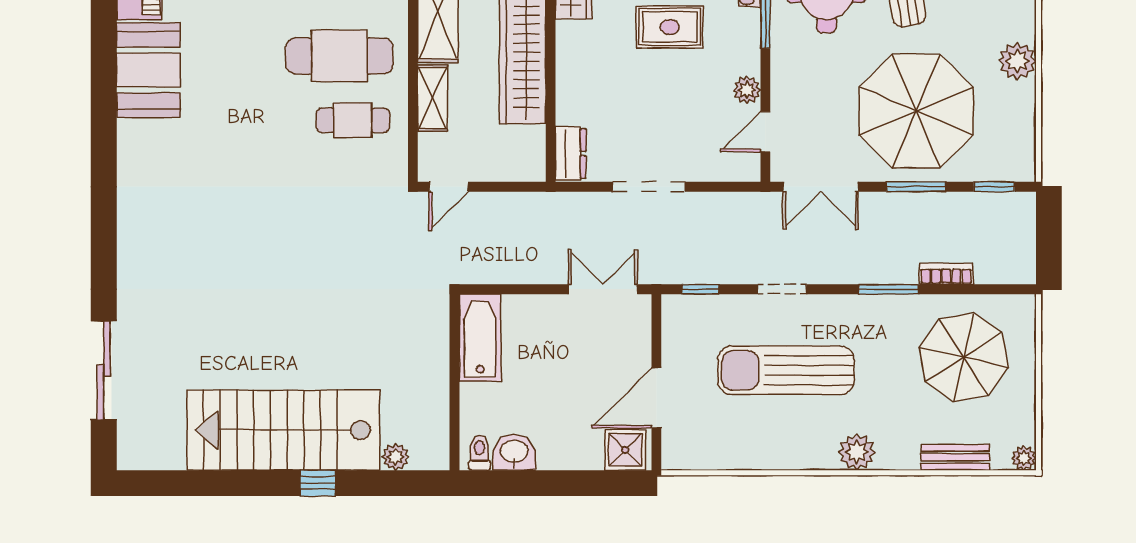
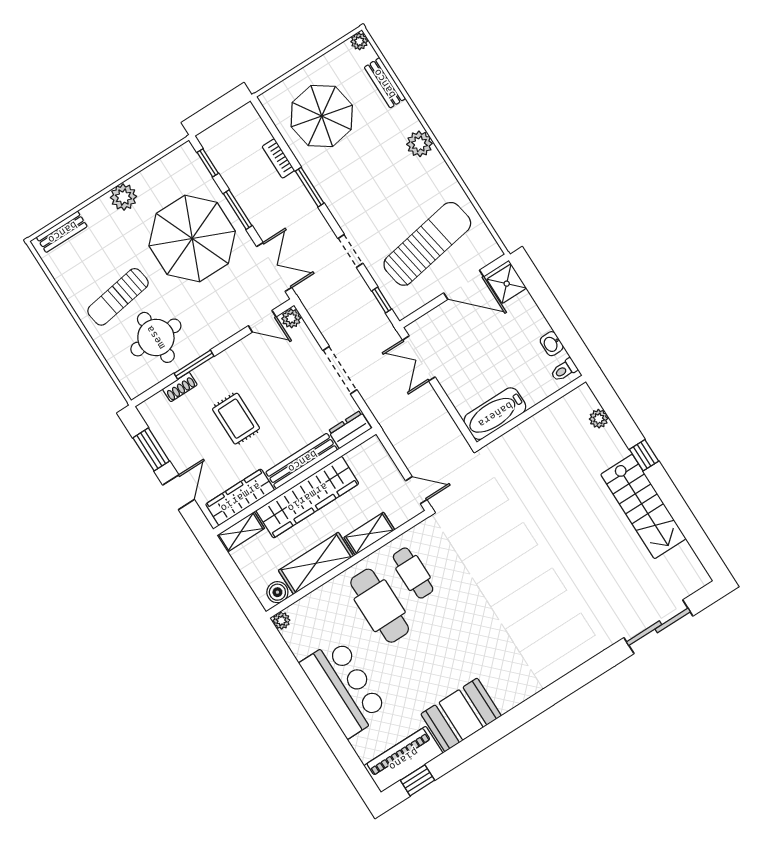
bench: (570, 73) -> (302, 461), added
plant: (747, 90) -> (291, 318), moved
sun lounger: (786, 370) -> (427, 244), moved, turned -100
stairs: (283, 430) -> (643, 507), width x0.73, depth x0.66
washbasin: (514, 452) -> (552, 344), width x0.72, depth x0.69

